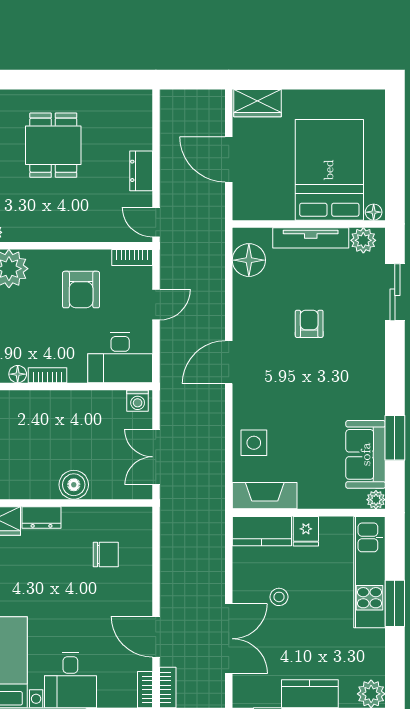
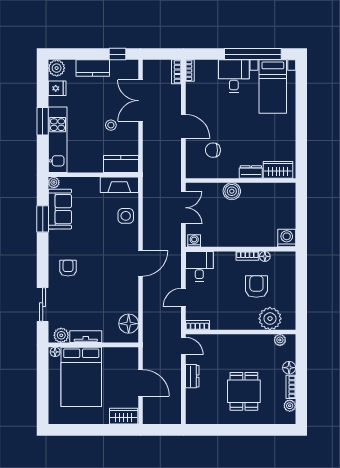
tv unit: (311, 238) -> (86, 337), width x0.71
armchair: (81, 290) -> (256, 287), moved
armchair: (309, 324) -> (68, 268), moved, turned 180
desk: (120, 358) -> (199, 266), width x0.73
fridge: (306, 531) -> (57, 88), moved, turned 90
door: (156, 637) -> (183, 126), moved

